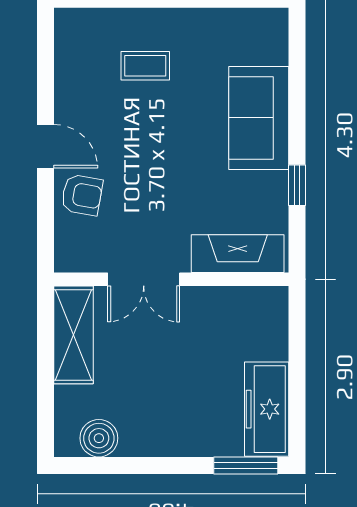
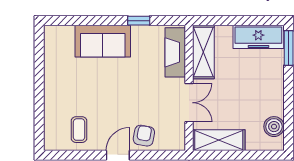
coffee table: (145, 66) -> (79, 130), moved
shelving: (238, 306) -> (203, 52), added

